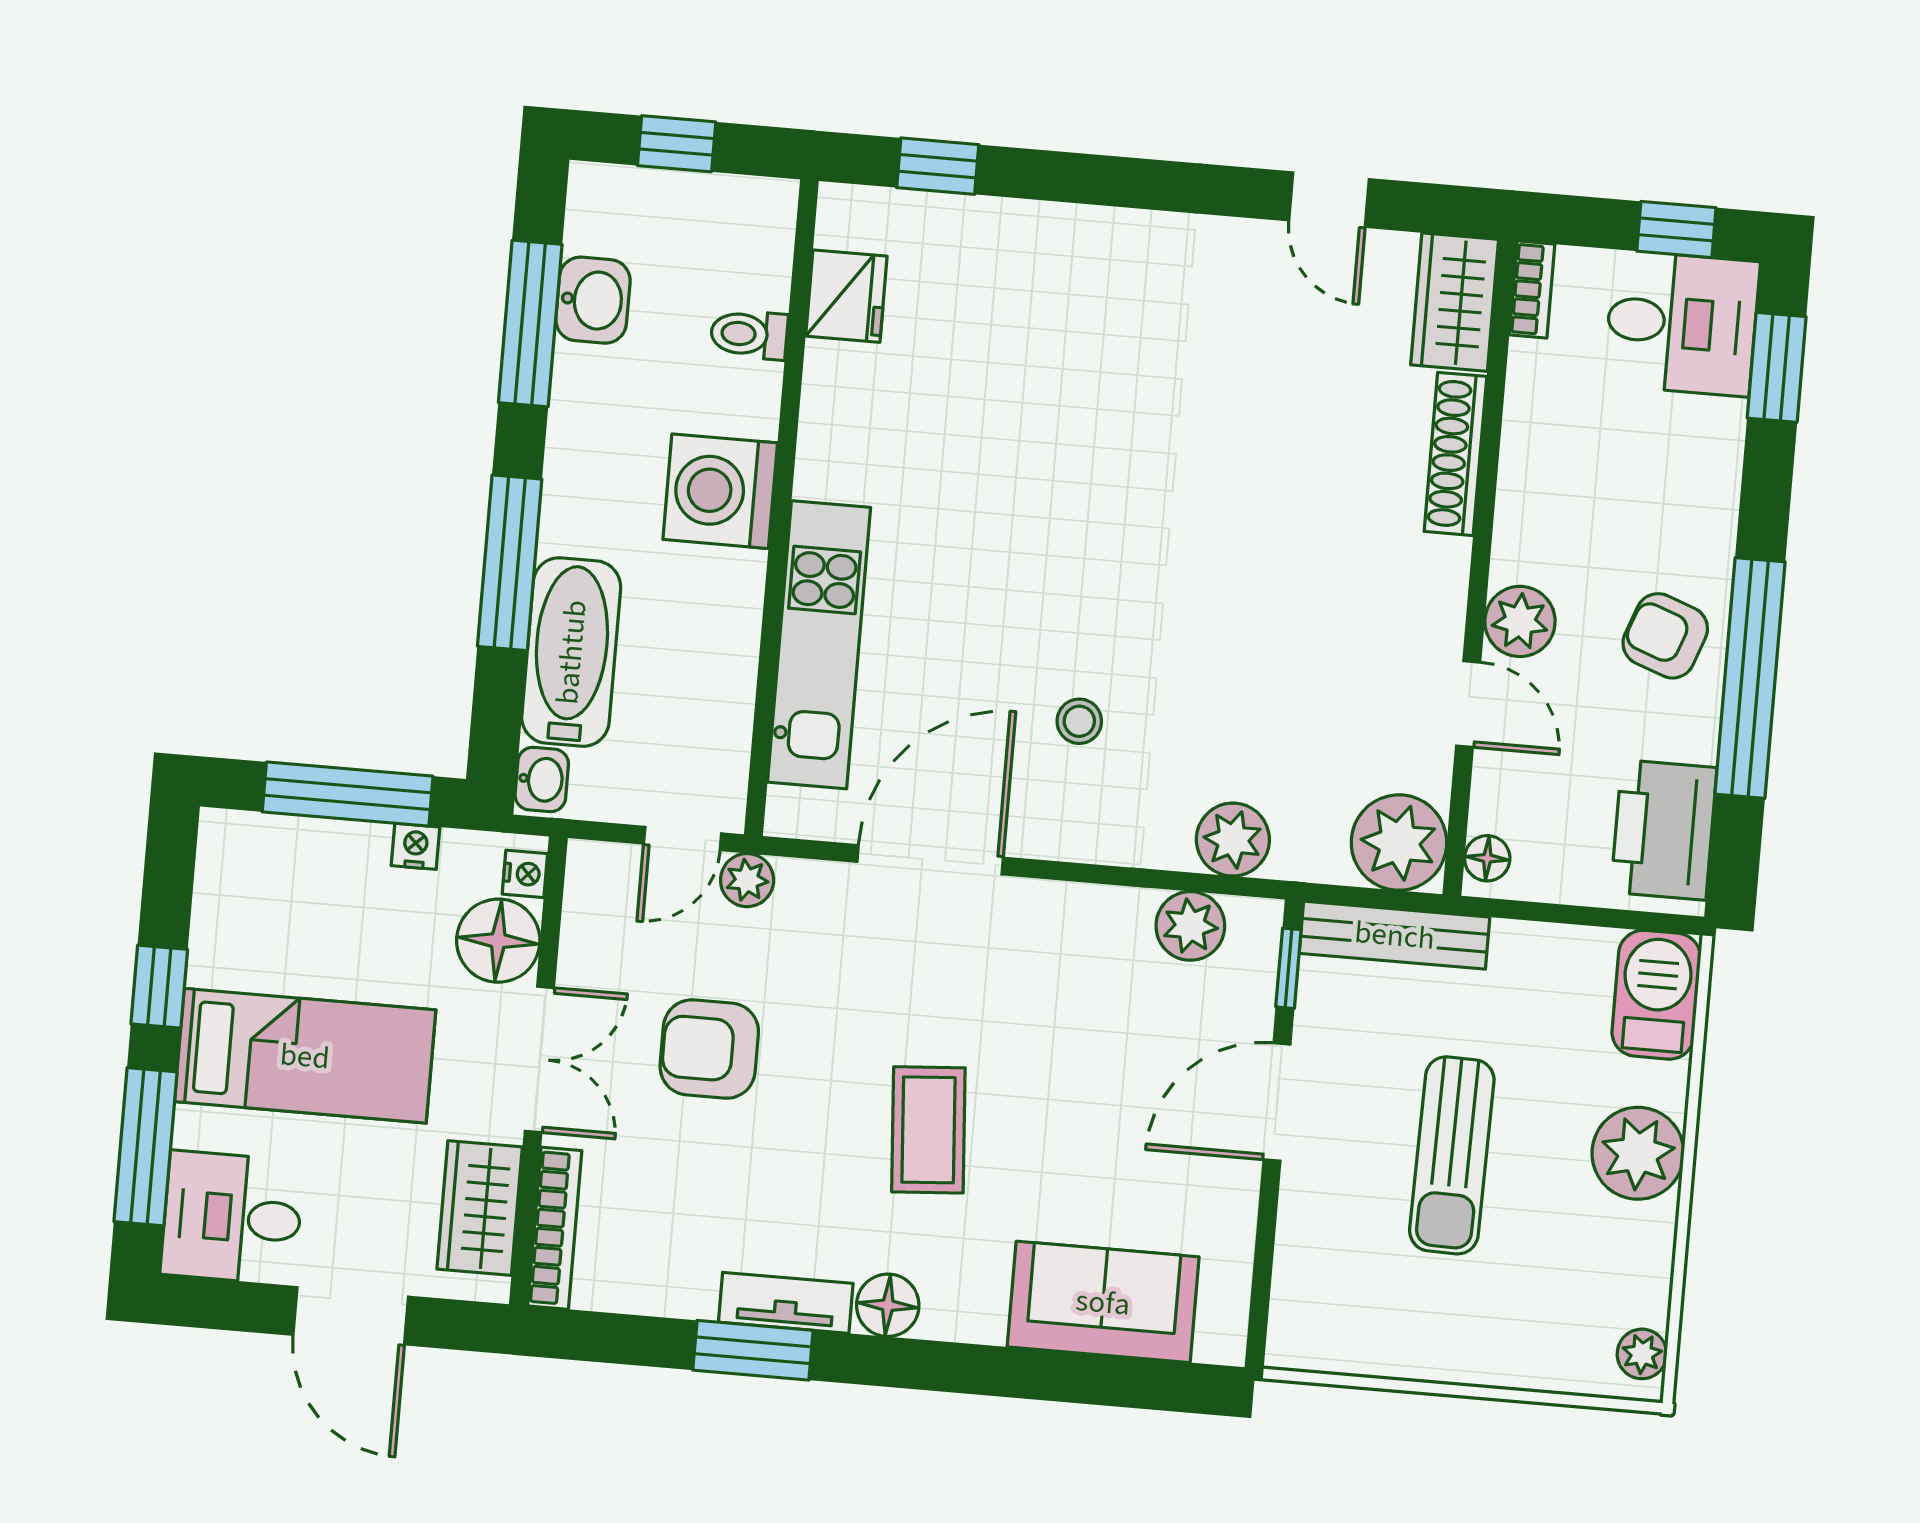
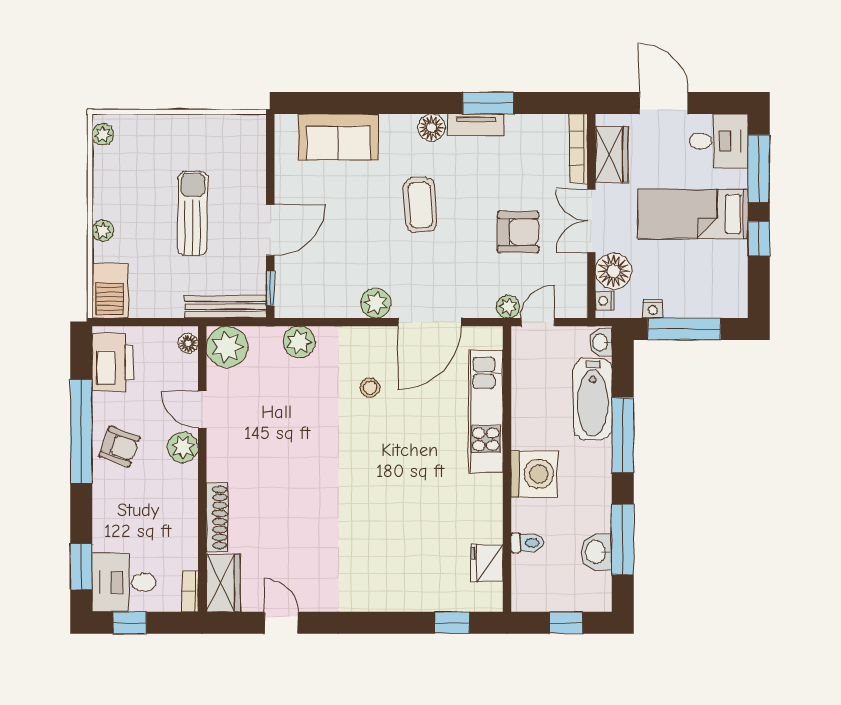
plant: (1190, 926) -> (376, 303), moved
plant: (1638, 1153) -> (103, 231), width x0.53, depth x0.53

